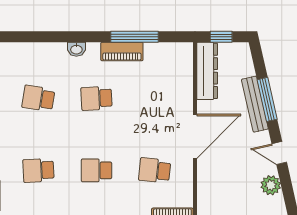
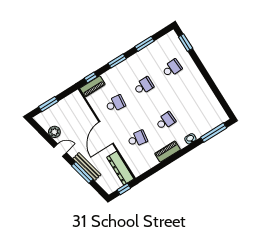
window: (134, 37) -> (214, 133), moved
school desk: (38, 98) -> (137, 139), moved

